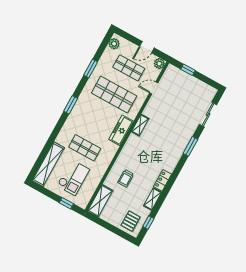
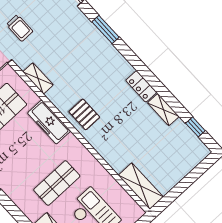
shelving: (140, 125) -> (38, 78), moved
trolley: (126, 178) -> (20, 28), moved
pallet: (131, 221) -> (84, 114), moved

